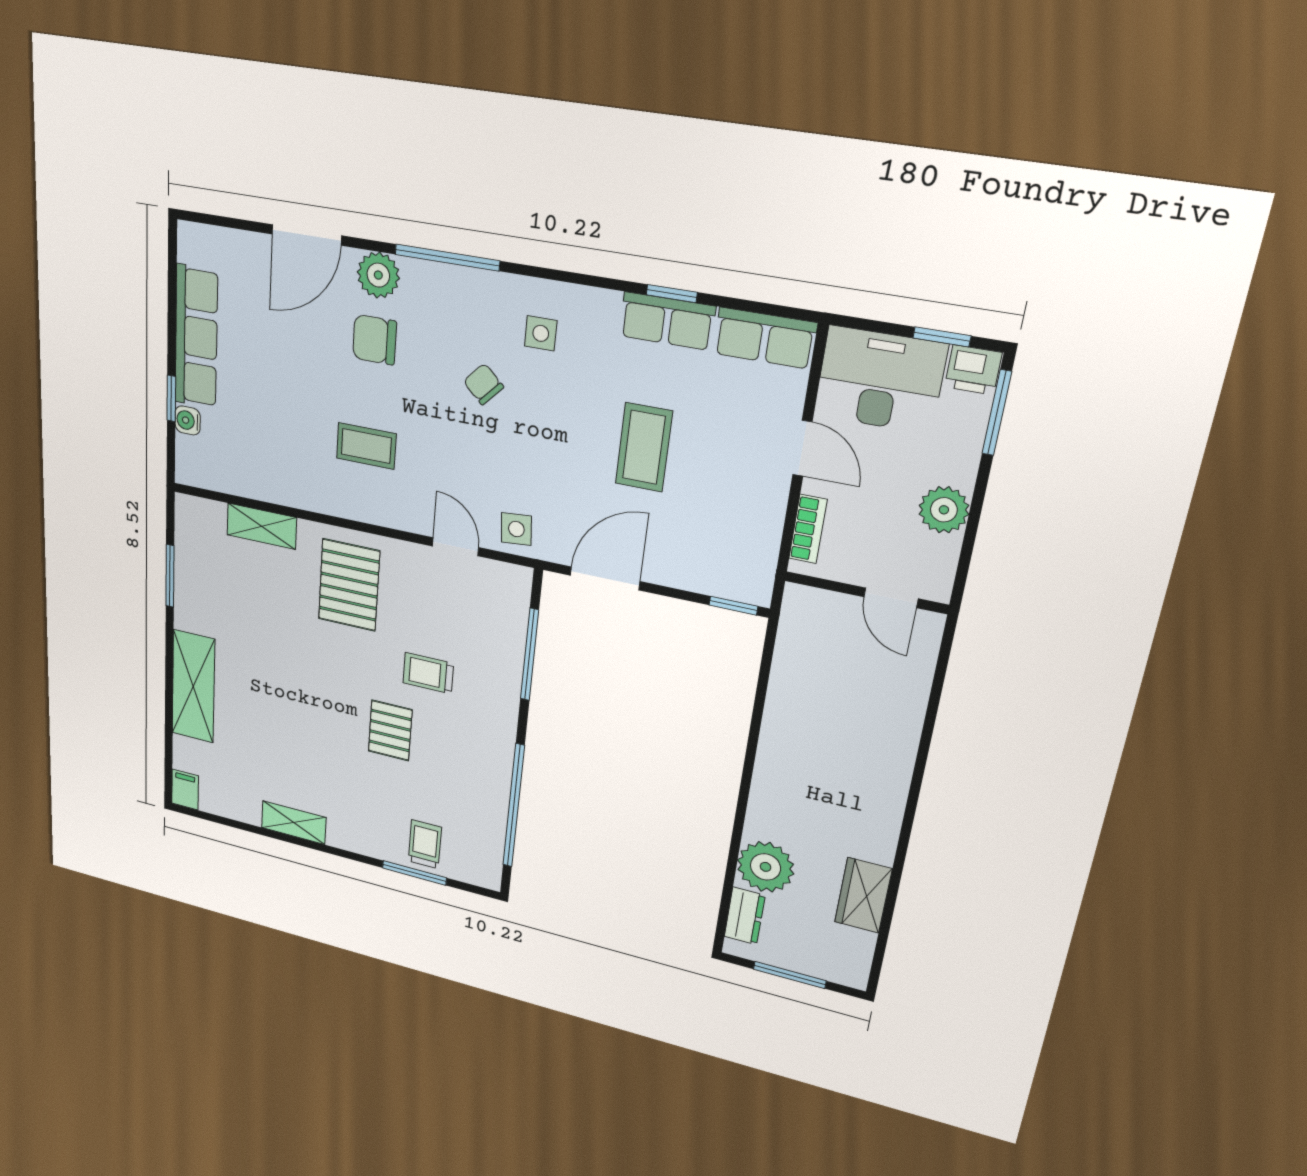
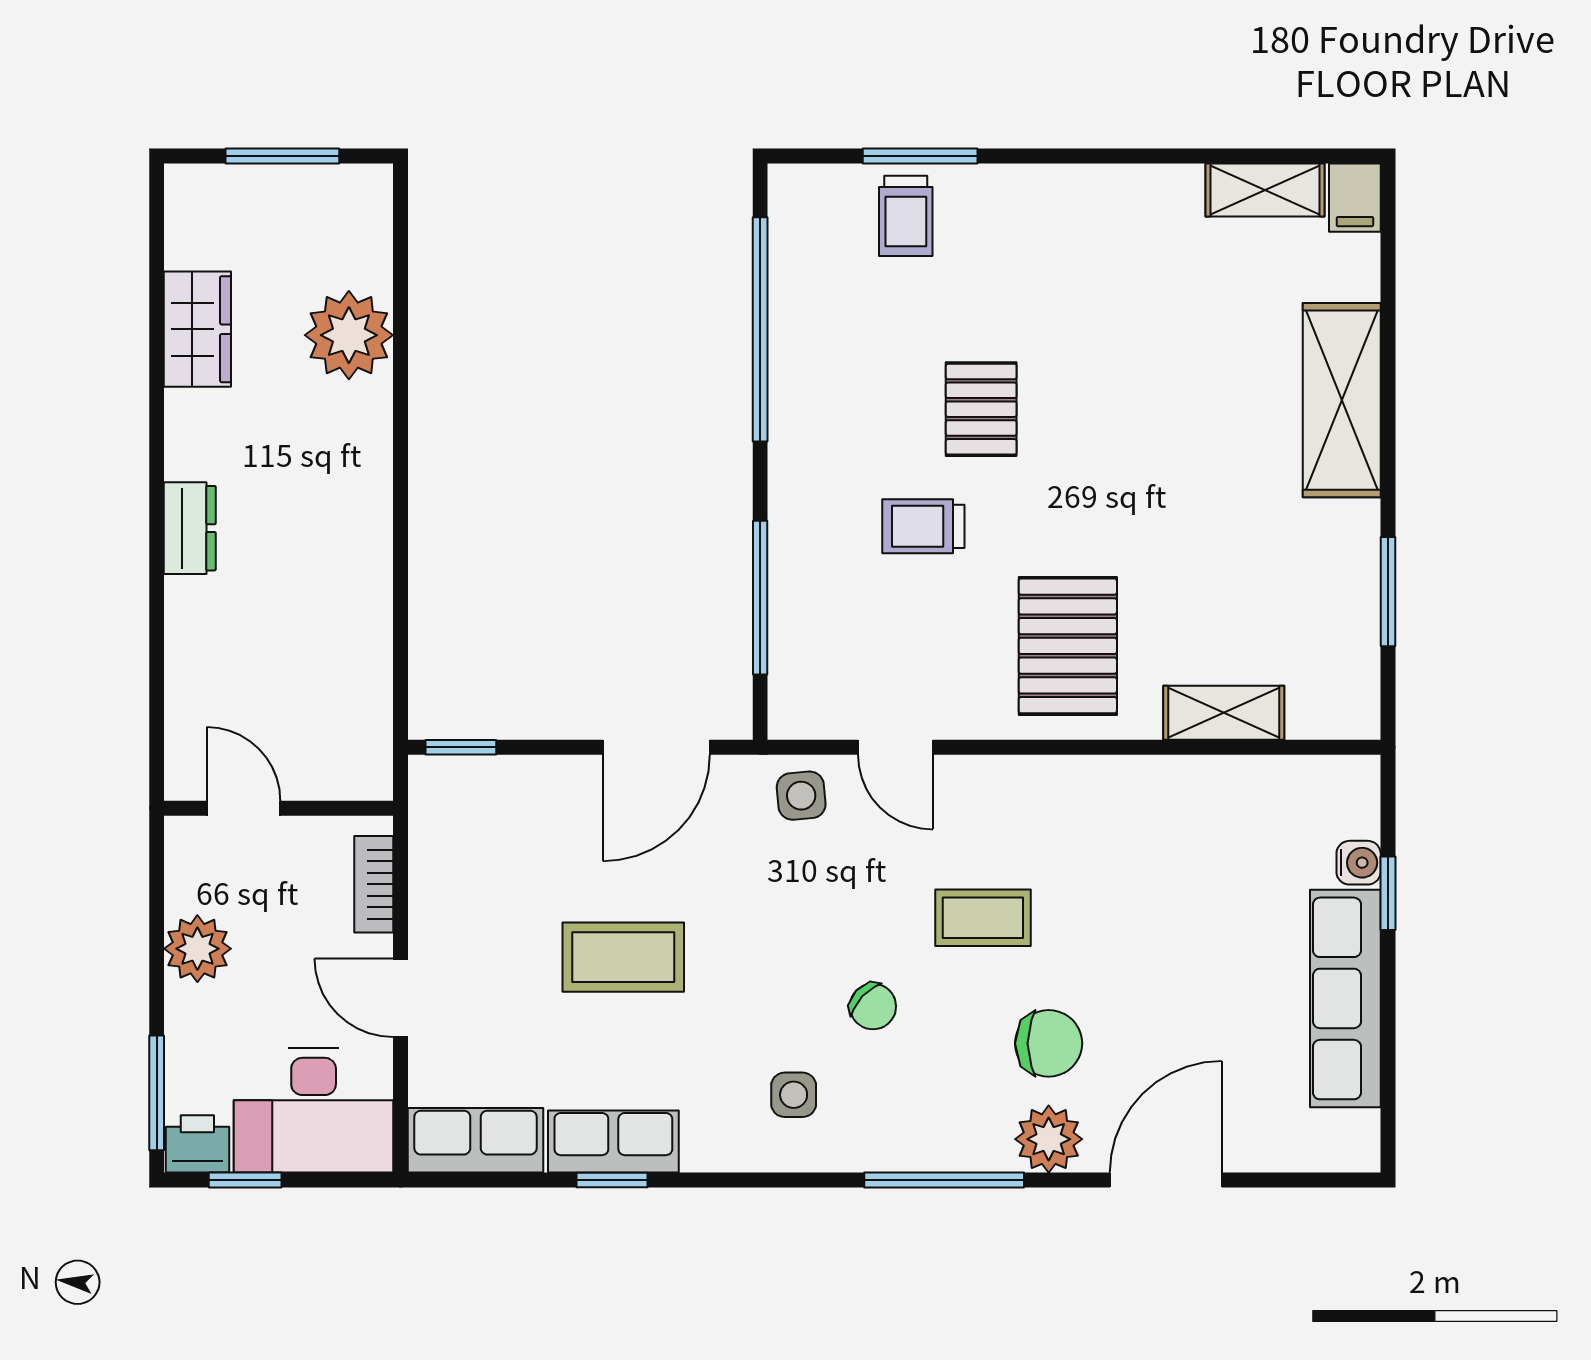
coffee table: (366, 446) -> (983, 918), moved
coffee table: (644, 447) -> (623, 957), turned 90
trolley: (428, 673) -> (923, 526), turned 180
shelving: (294, 823) -> (1265, 190), moved
dresser: (745, 916) -> (190, 528), moved, turned 180

